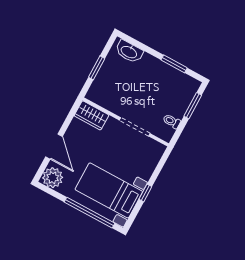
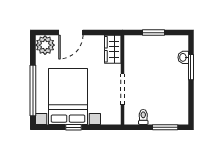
washbasin: (129, 52) -> (183, 57), width x0.52, depth x0.69
window: (174, 64) -> (191, 67), moved
bed with nightstands: (109, 190) -> (68, 96), width x1.36

